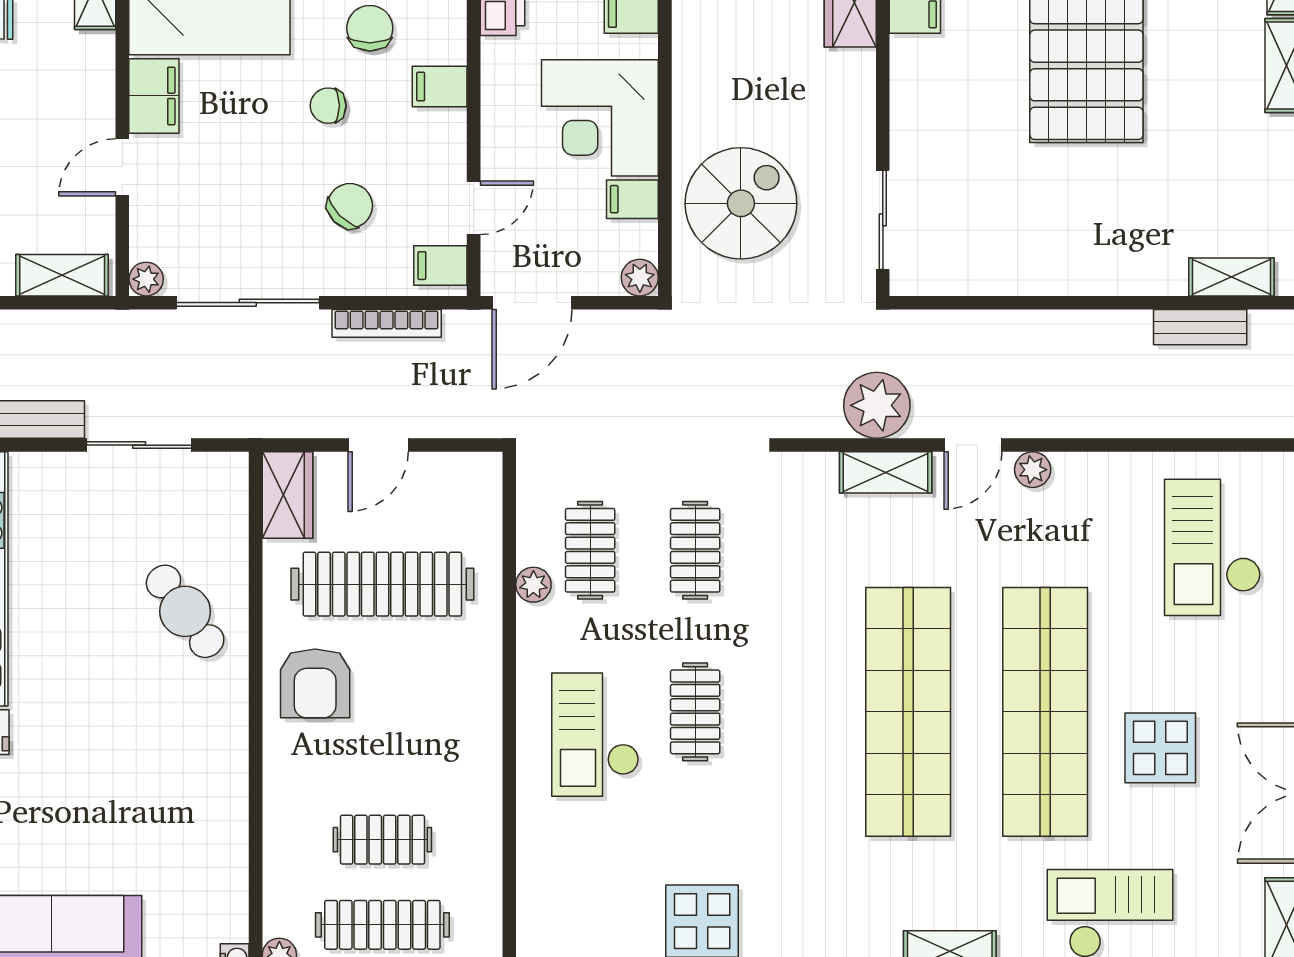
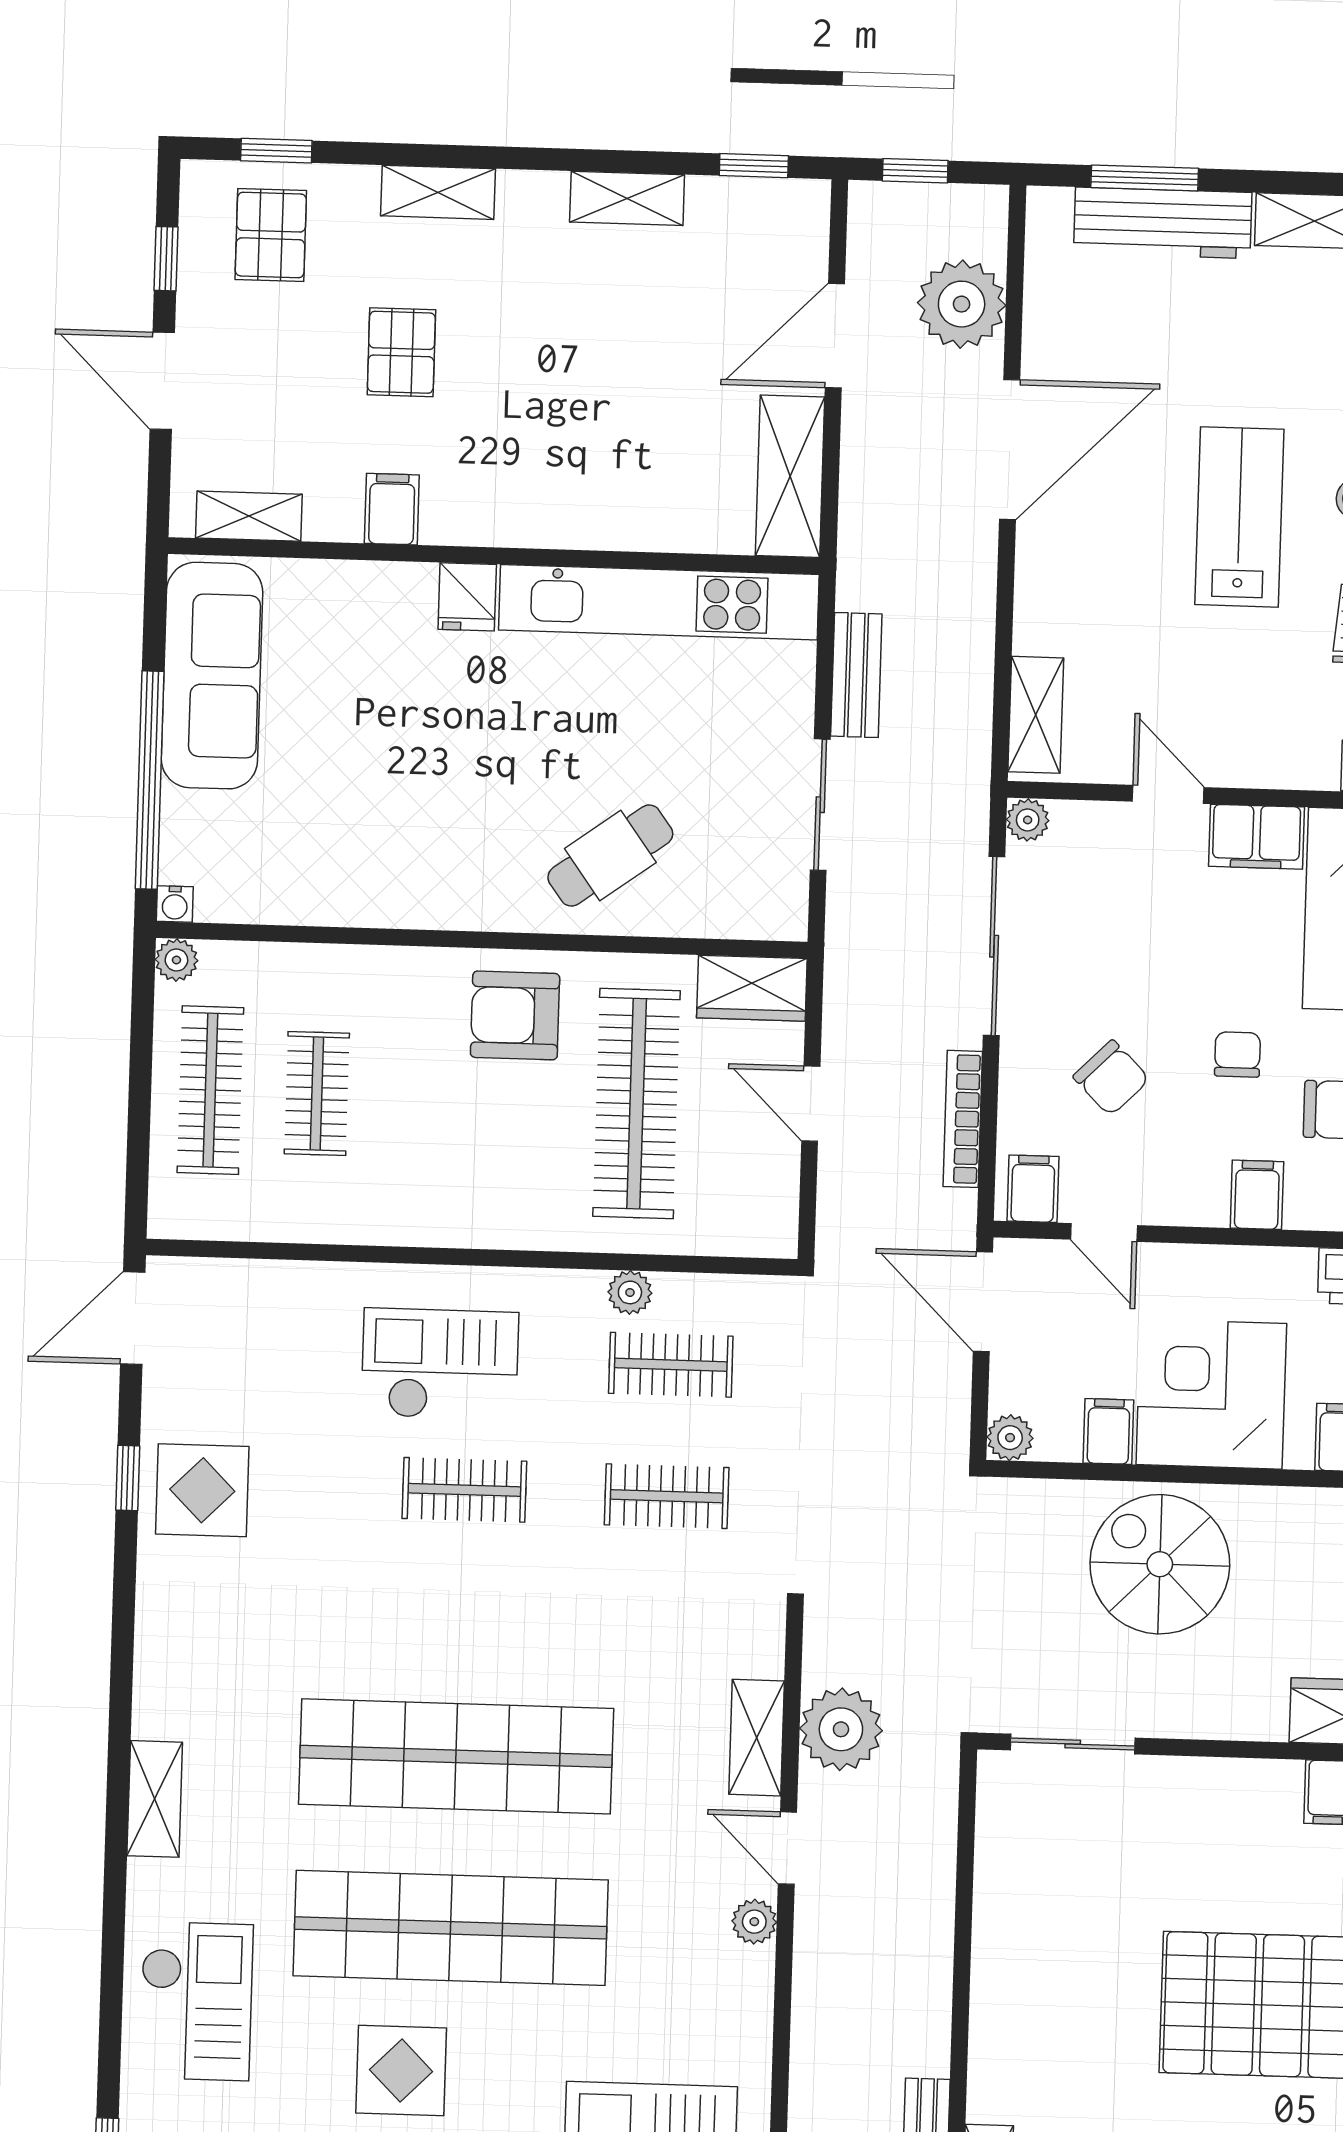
spiral stairs: (741, 203) -> (1160, 1564), moved, turned 180

